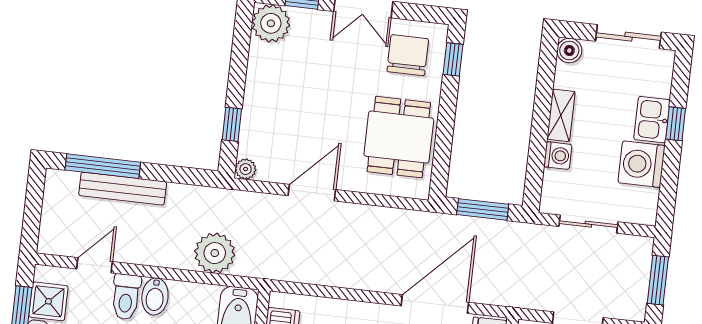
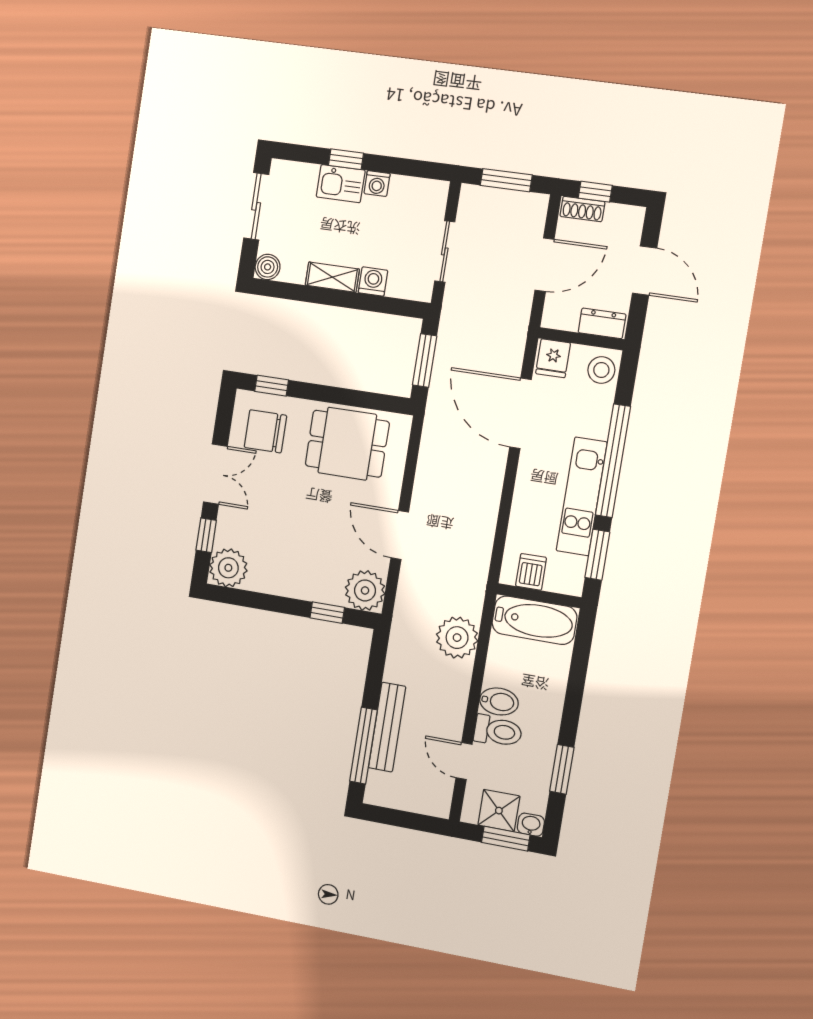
washing machine: (641, 164) -> (377, 184), width x0.53, depth x0.53
plant: (246, 169) -> (365, 590), width x1.87, depth x1.87

